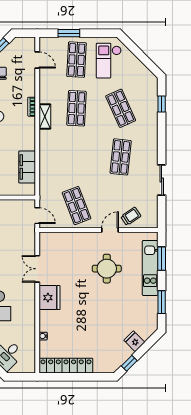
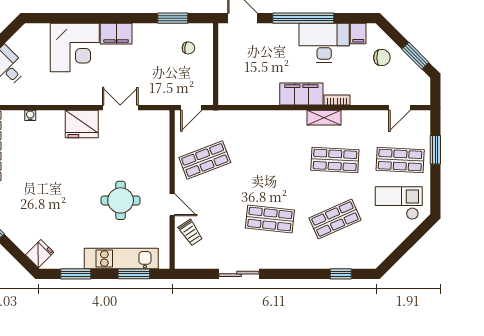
filing cabinet: (27, 167) -> (301, 94), moved
fridge: (134, 341) -> (40, 254), moved

